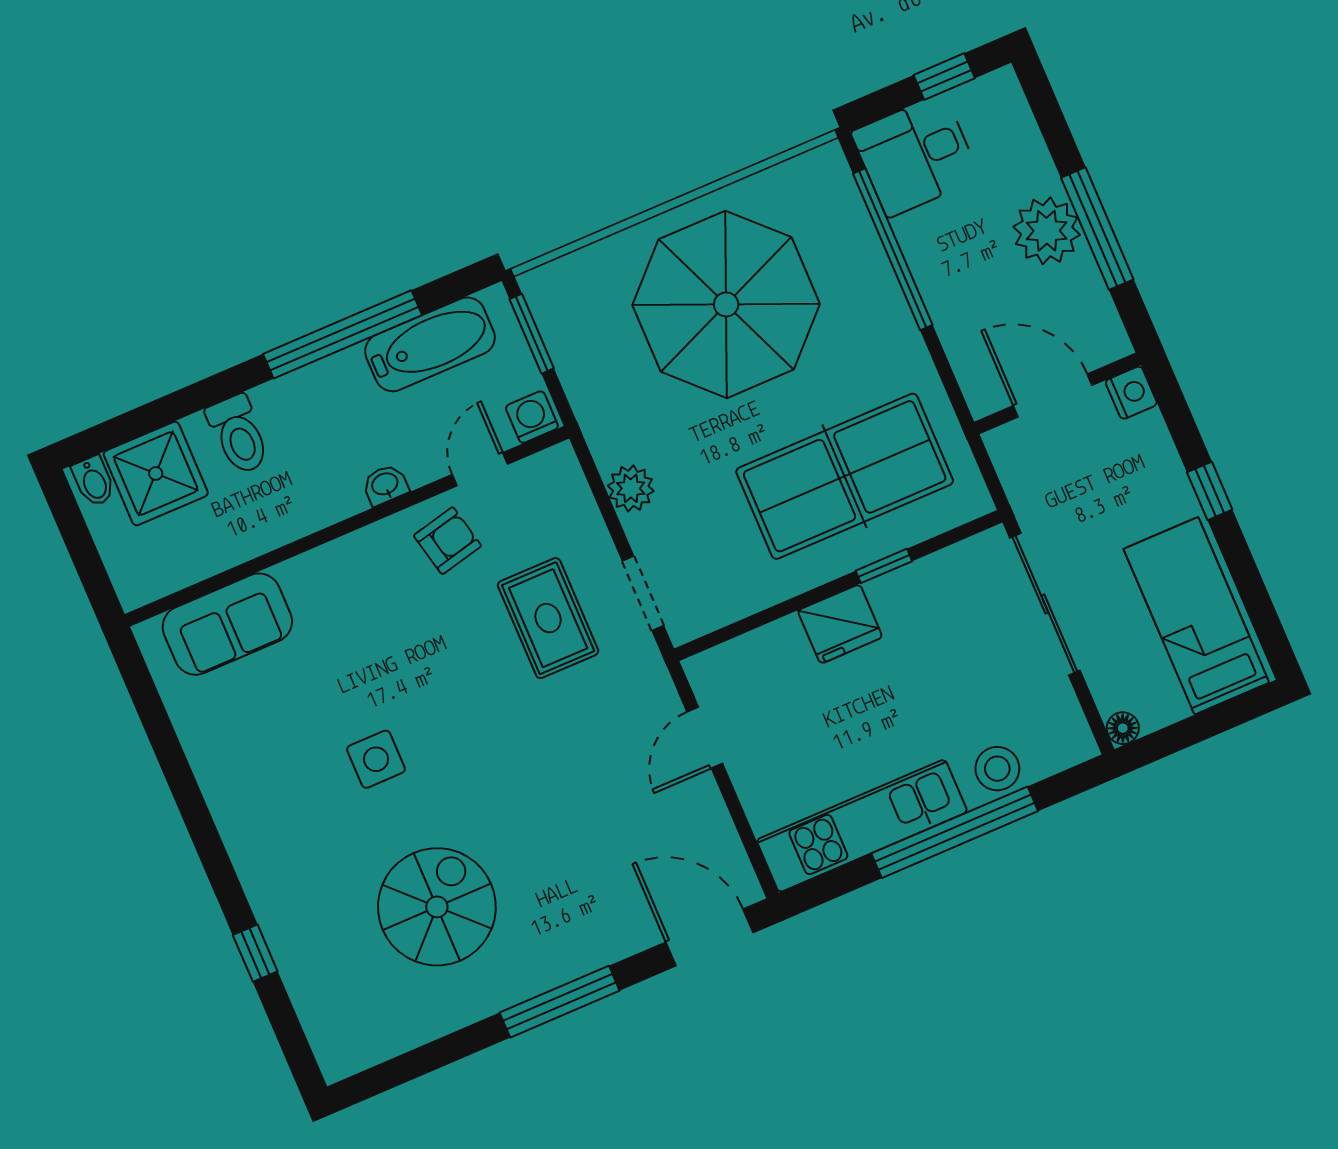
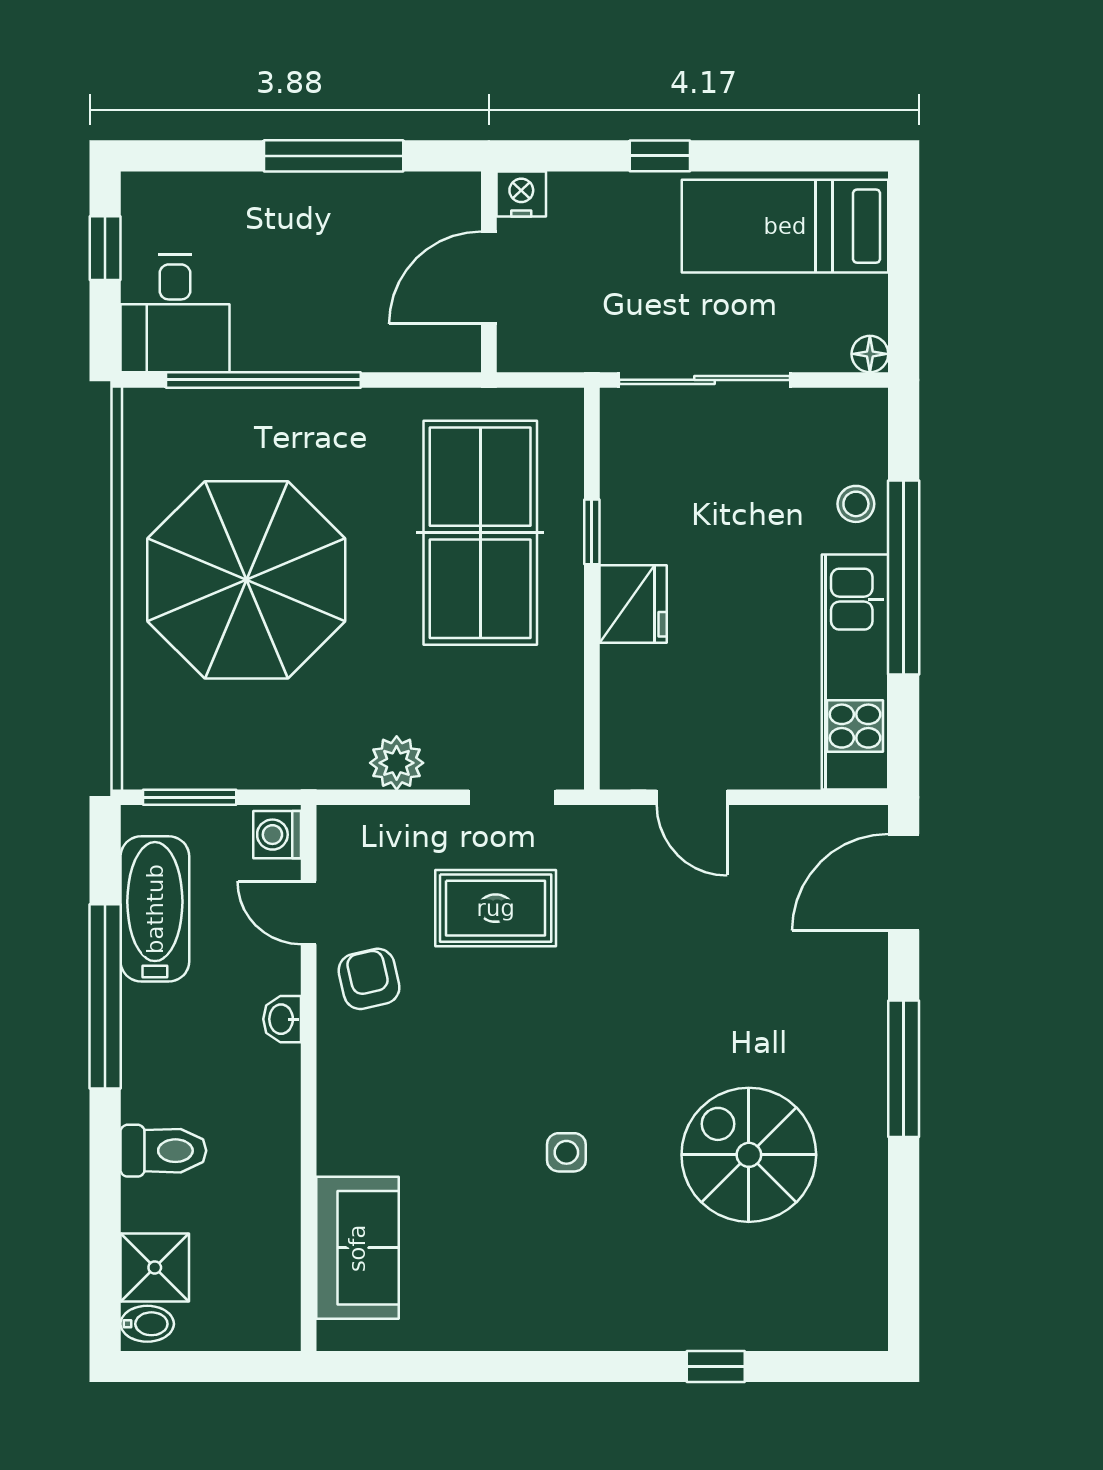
plant: (1047, 231) -> (313, 210), removed
shower: (156, 473) -> (155, 1267), width x0.73, depth x0.73
side table: (376, 759) -> (566, 1152), width x0.73, depth x0.73
stool: (997, 769) -> (856, 504), width x0.73, depth x0.73

